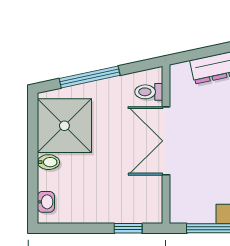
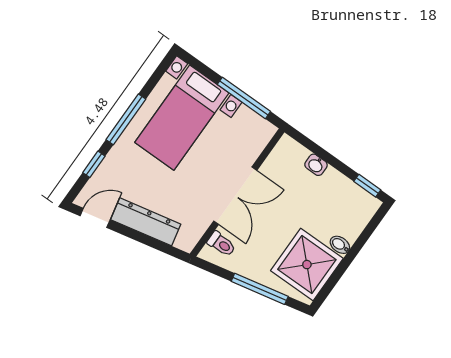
washbasin: (46, 202) -> (316, 165), moved, turned -90
window: (128, 228) -> (367, 186), moved

